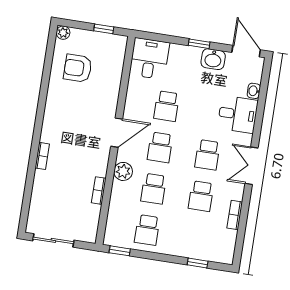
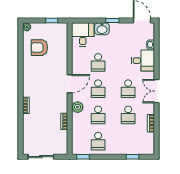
washbasin: (213, 59) -> (102, 29), moved

